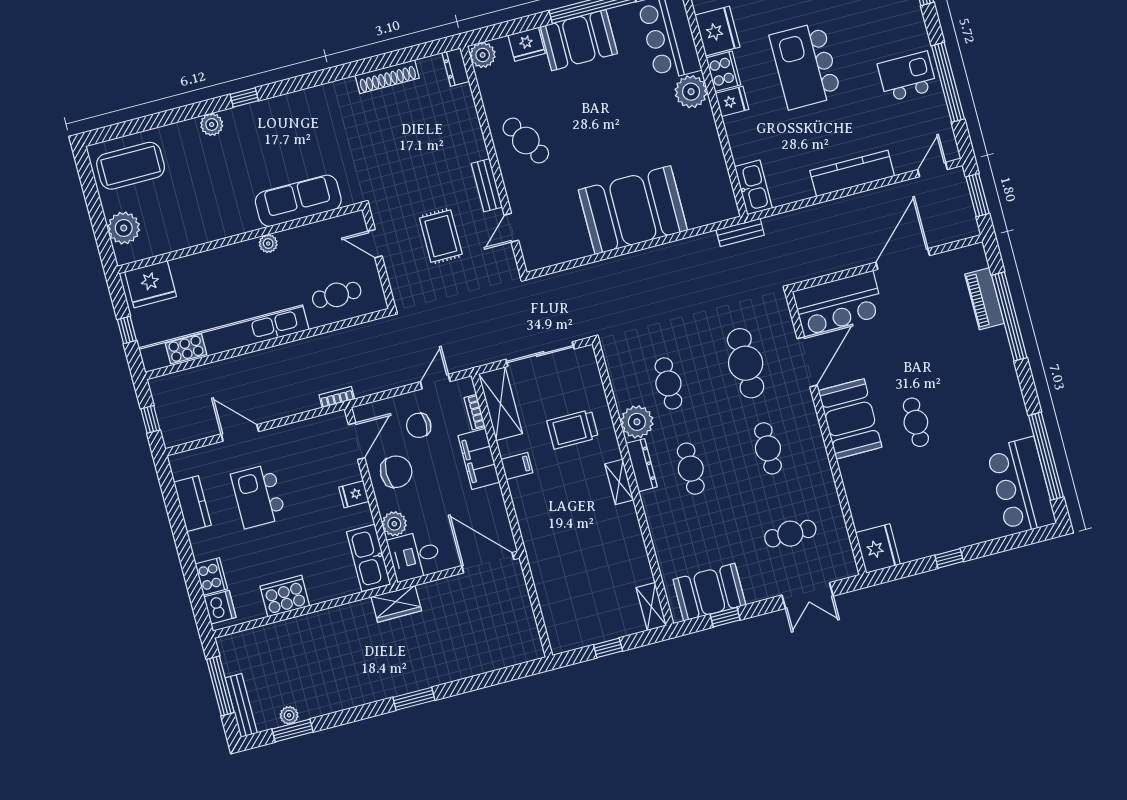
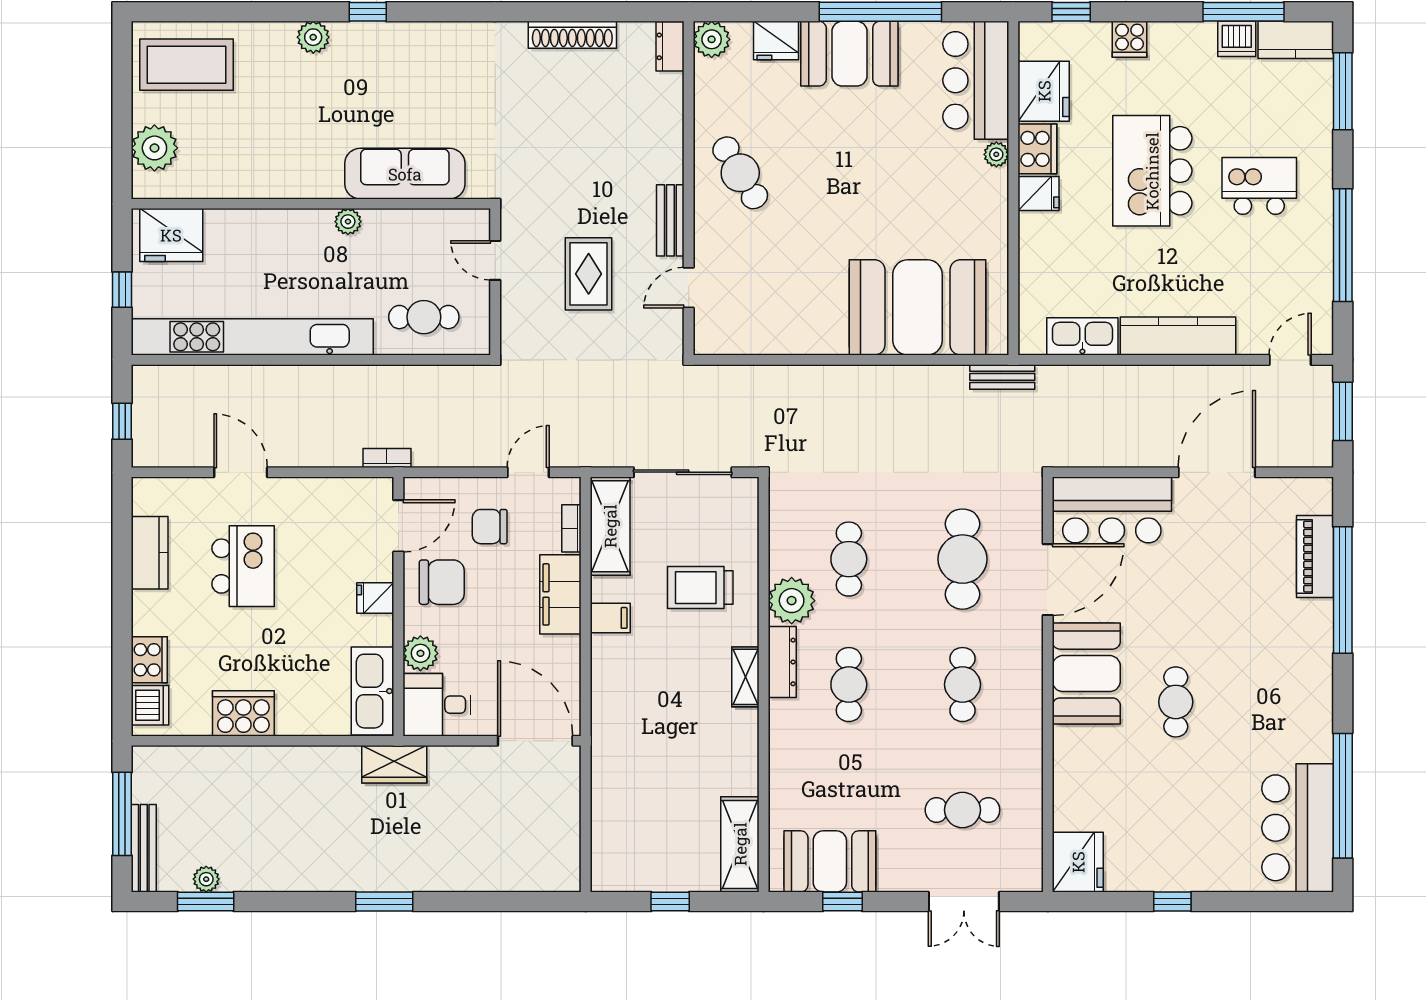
kitchen island: (907, 77) -> (1259, 186), moved
plant: (691, 92) -> (996, 154), width x0.53, depth x0.53
kitchen sink: (753, 187) -> (1082, 336), moved, turned -90
booth: (633, 210) -> (917, 307), moved
kitchen island: (258, 496) -> (243, 566), turned 180
shelving: (651, 607) -> (740, 844), width x1.50, depth x1.33

